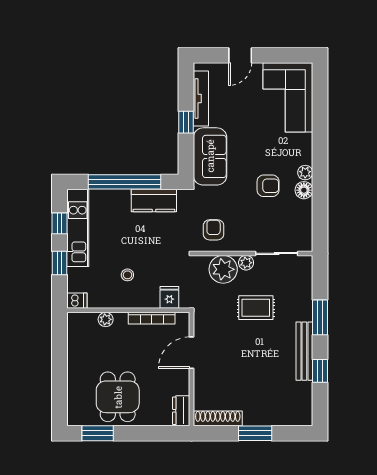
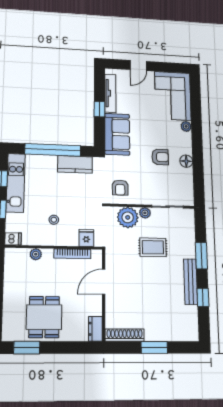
plant: (305, 173) -> (186, 126), moved
armchair: (214, 230) -> (120, 188), turned 180

